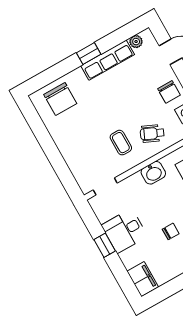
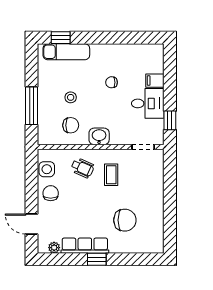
chair: (60, 99) -> (125, 220), moved, turned 90
window: (105, 245) -> (170, 120), moved
filing cabinet: (143, 279) -> (155, 81), moved, width x0.50

